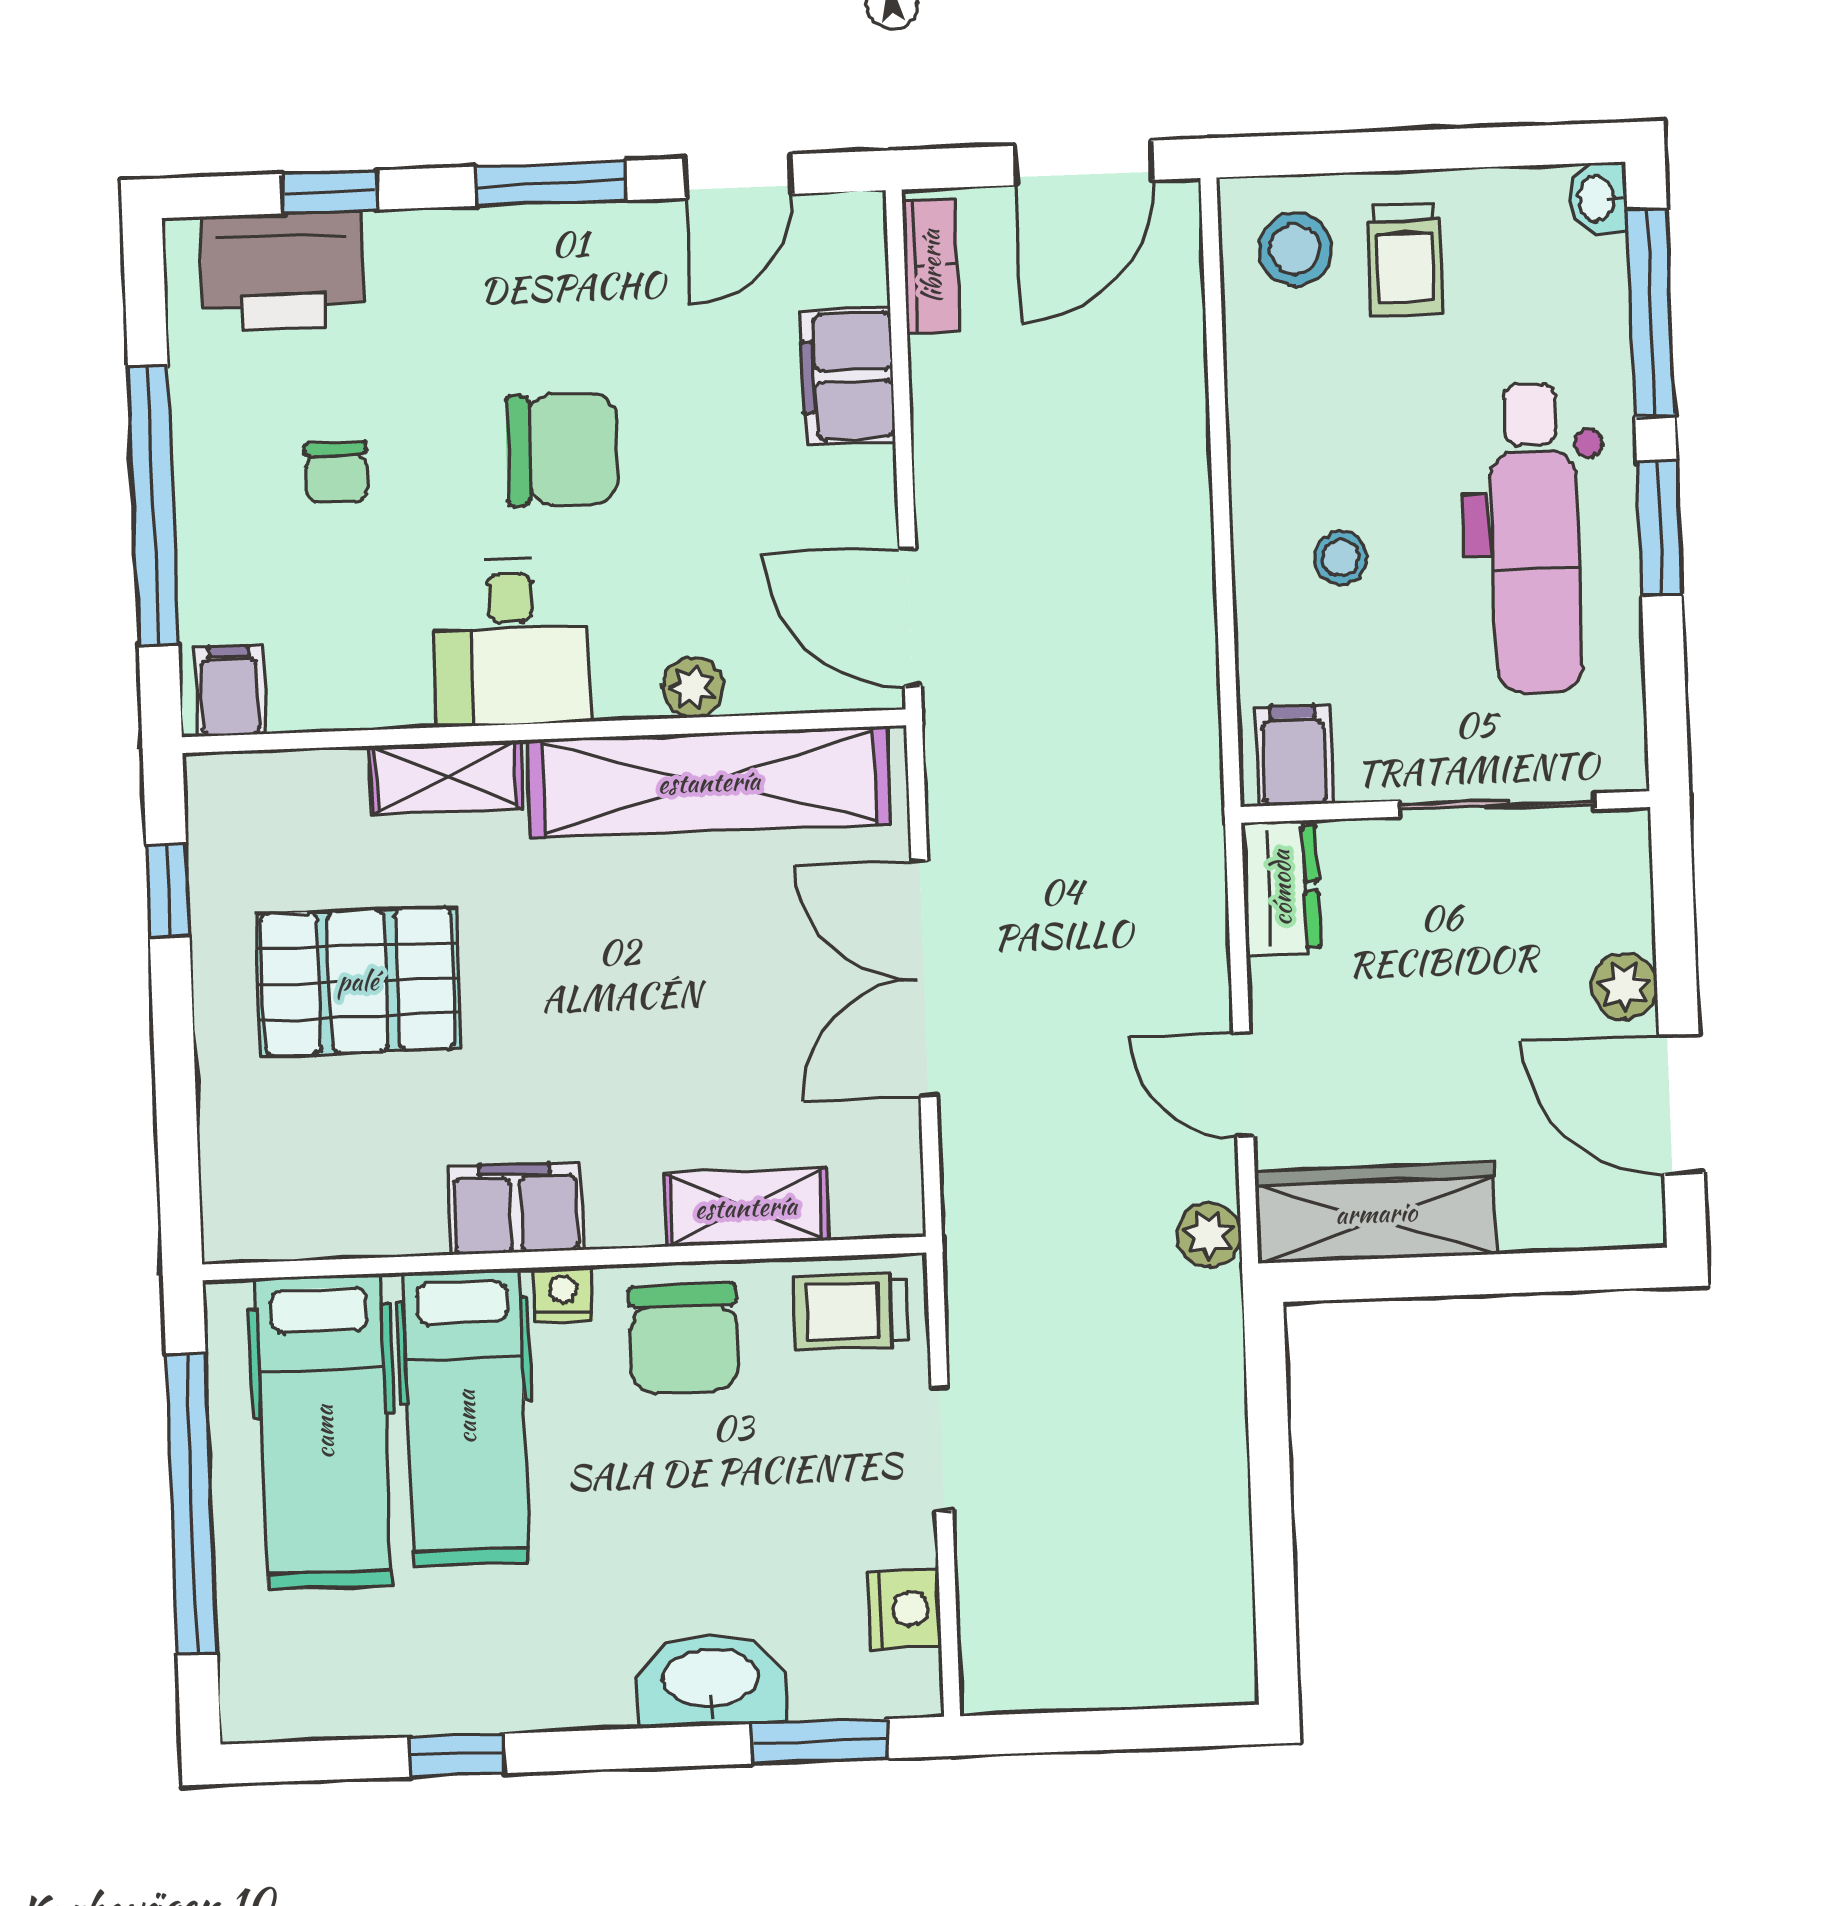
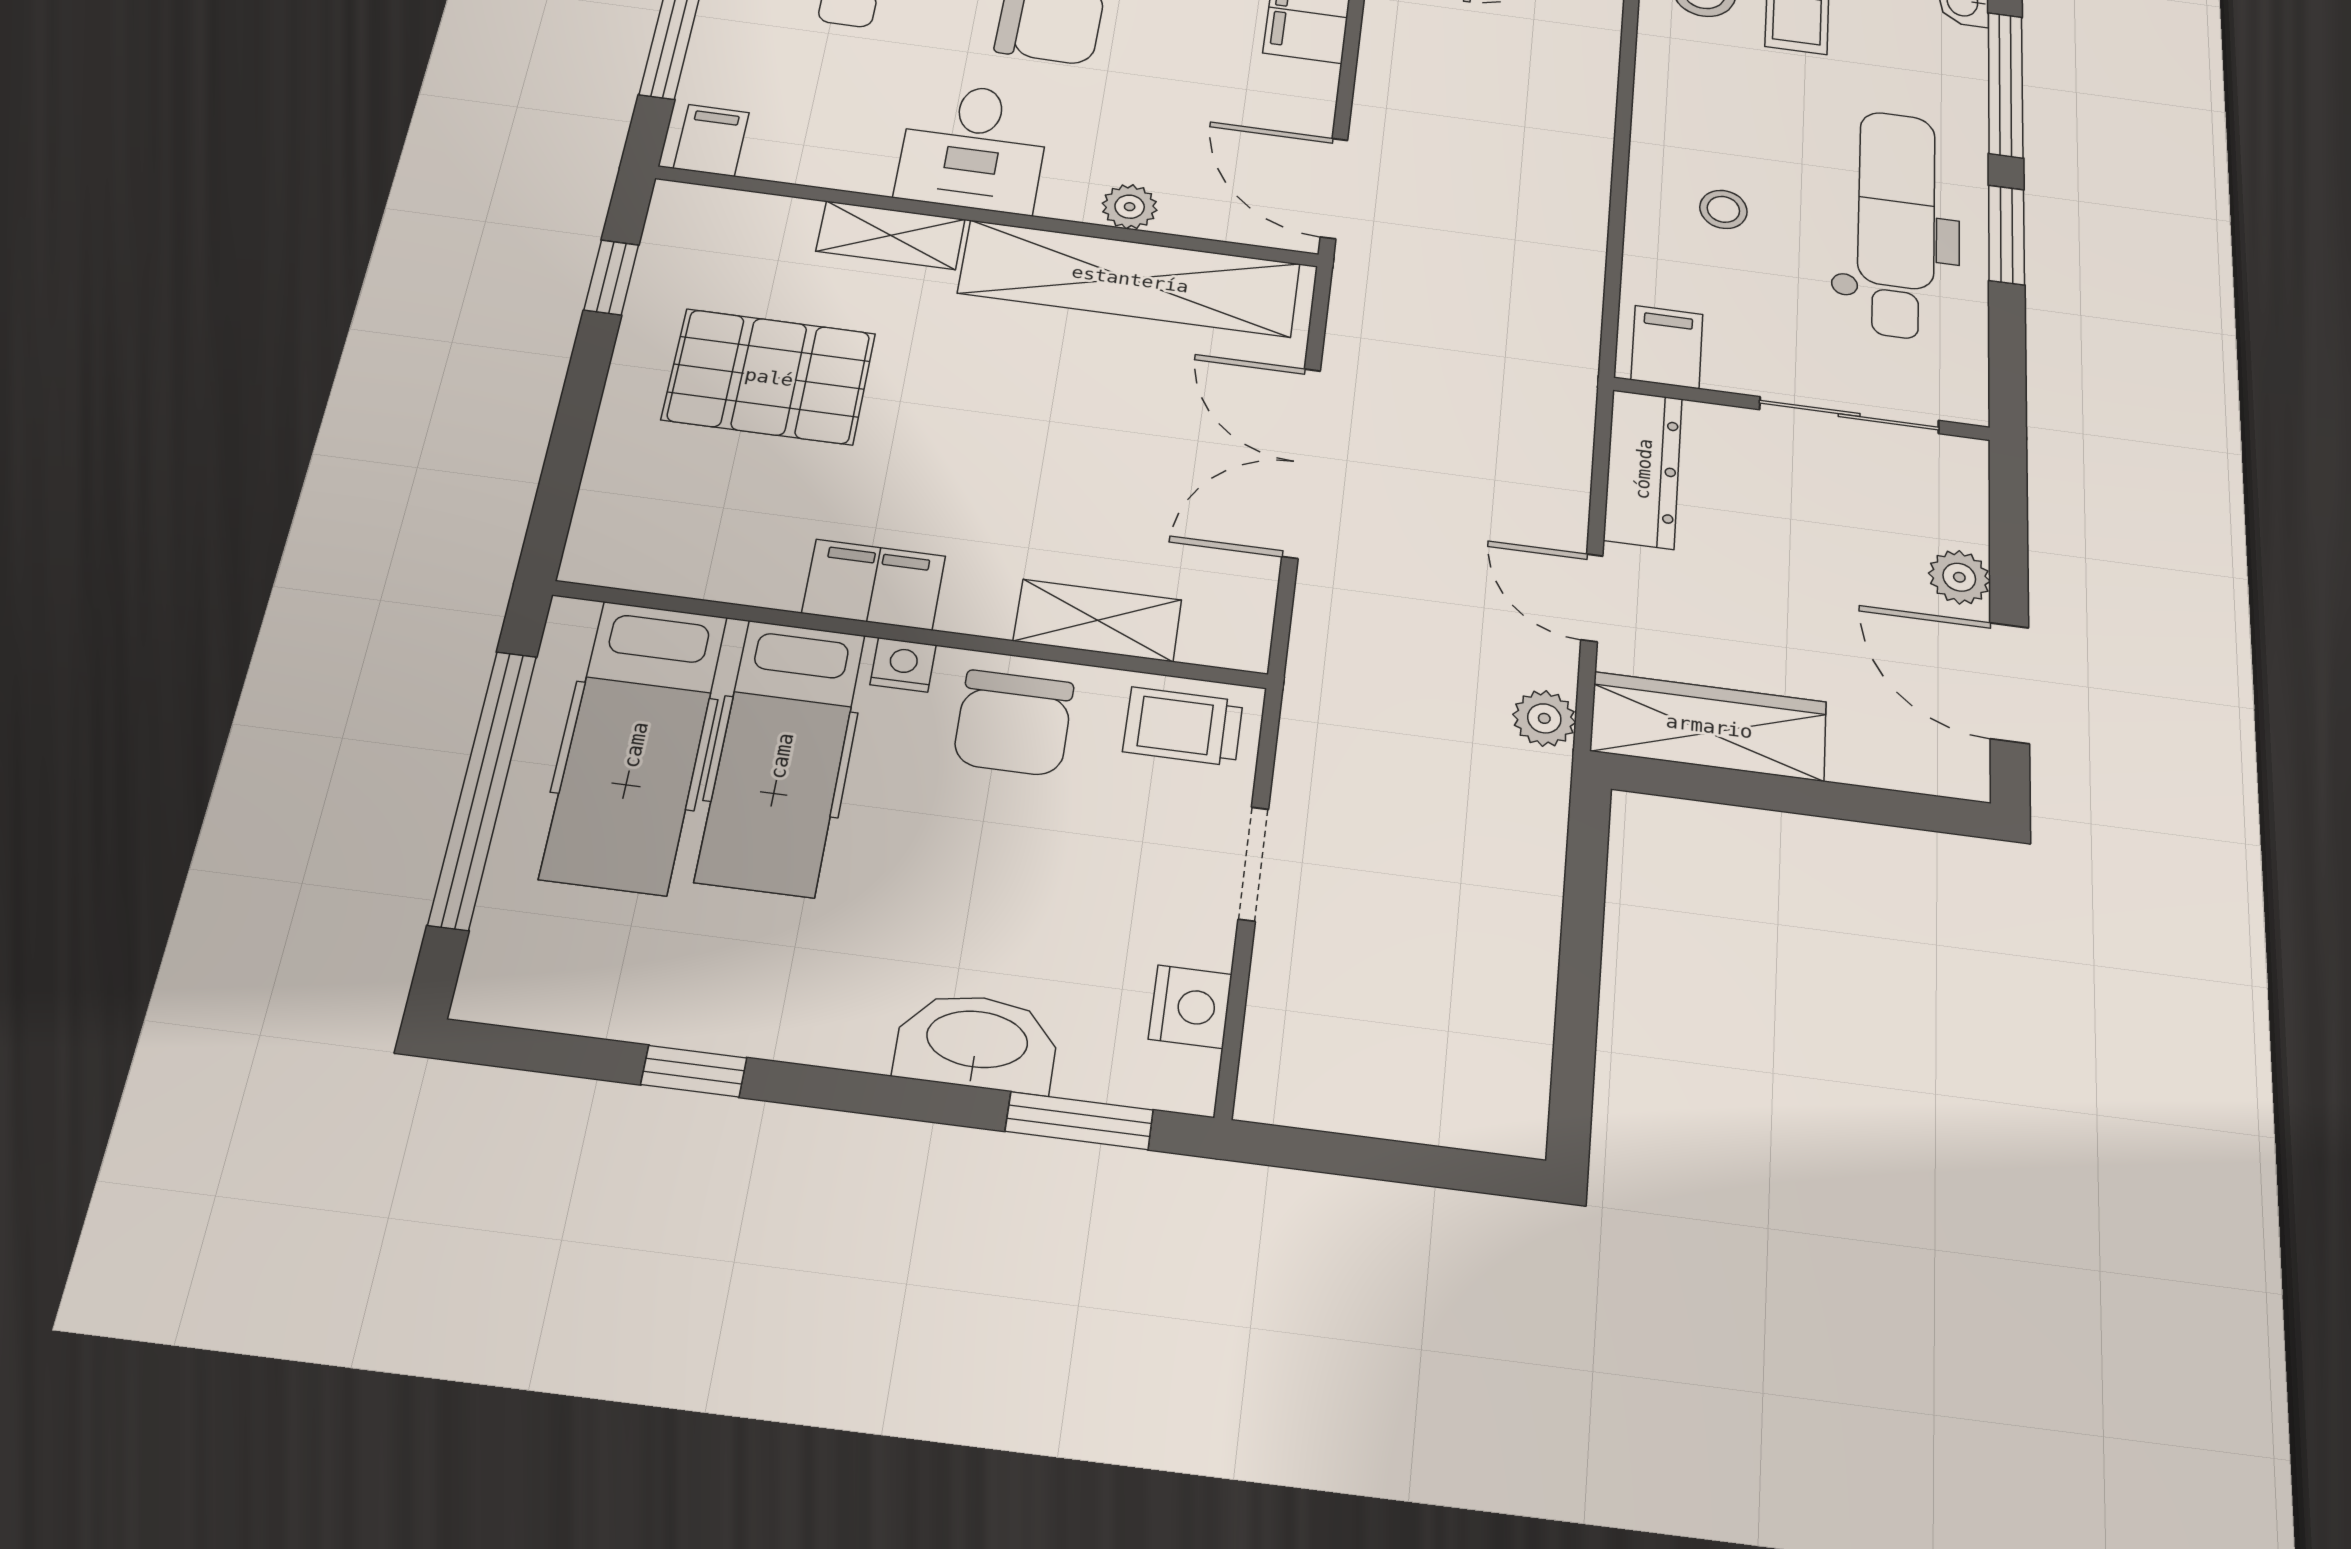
dental chair: (1535, 538) -> (1896, 224), turned 180
dresser: (1281, 888) -> (1643, 469), width x1.44

